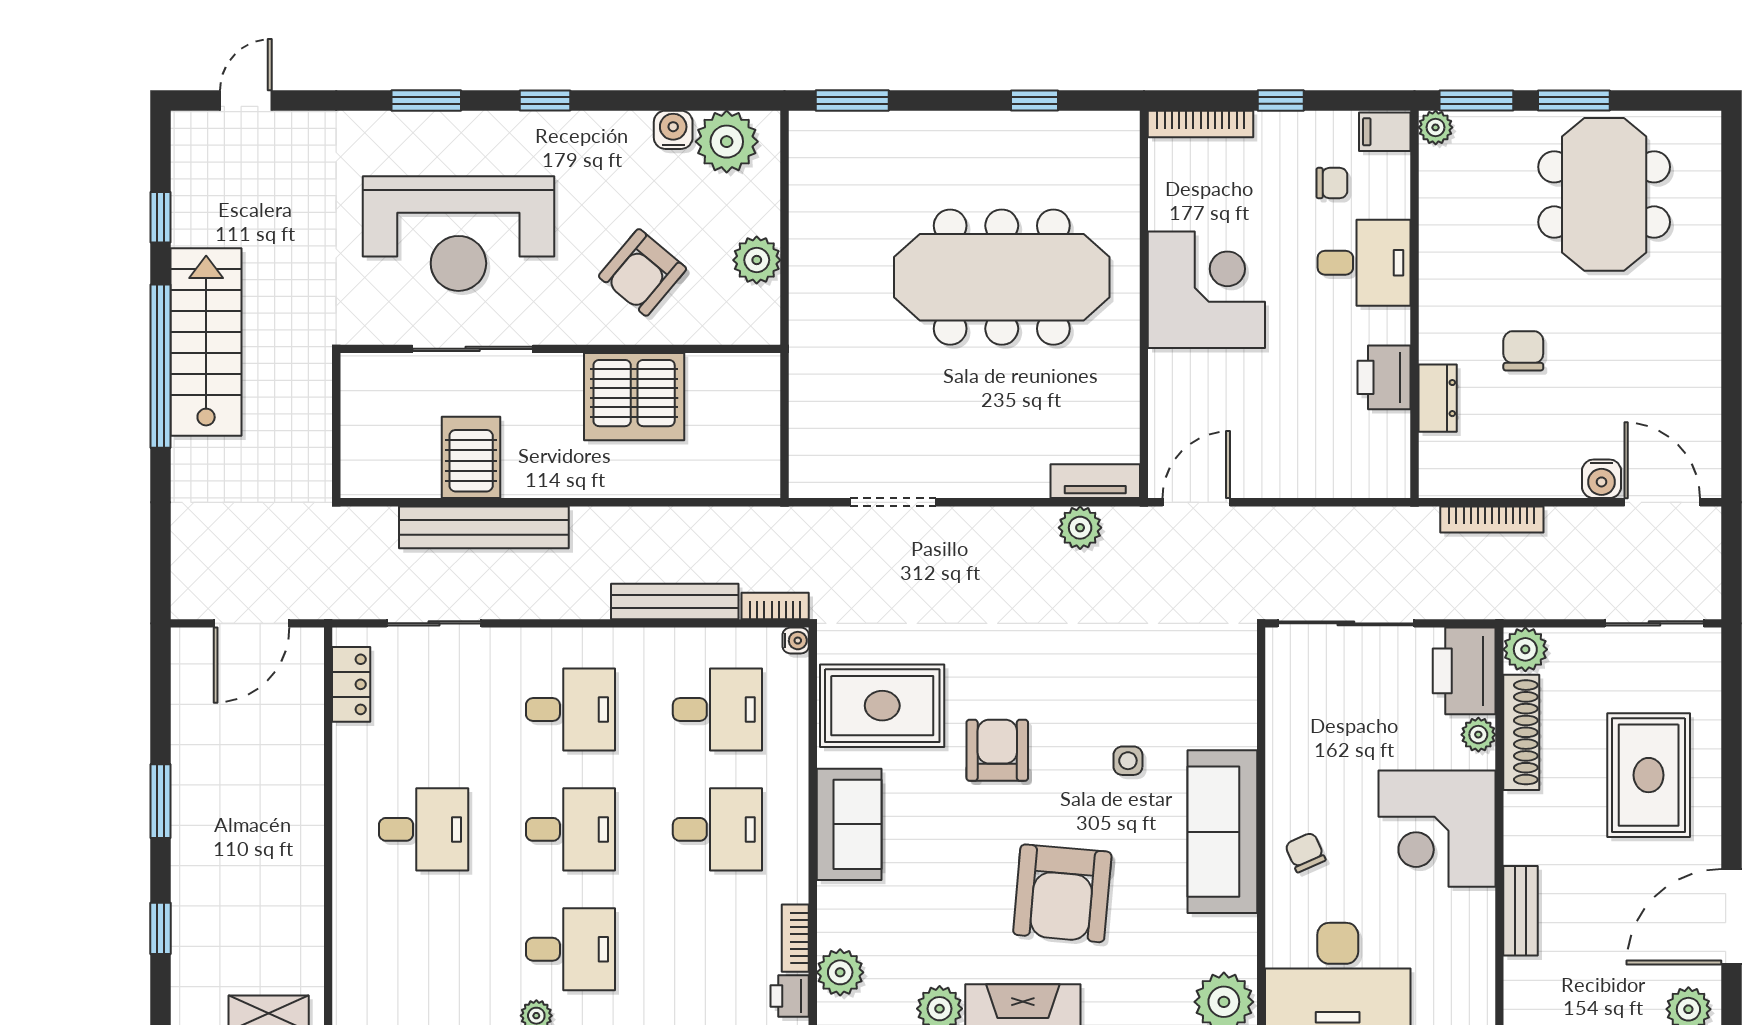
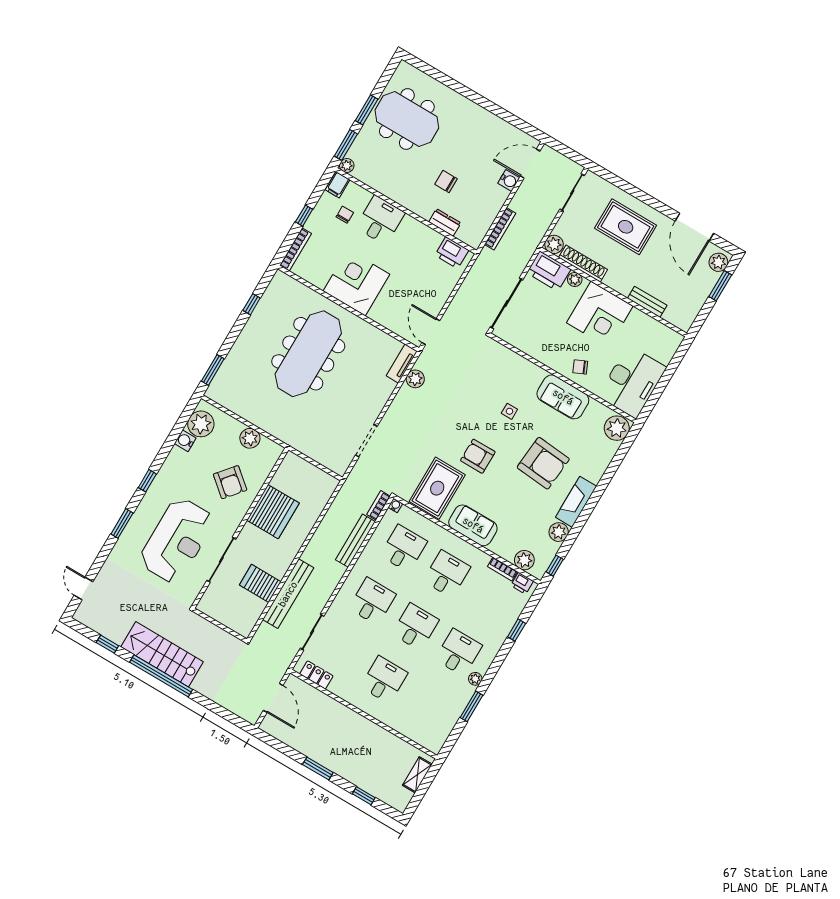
printer: (1384, 377) -> (452, 253), moved
sofa: (1222, 832) -> (563, 397), width x0.73

